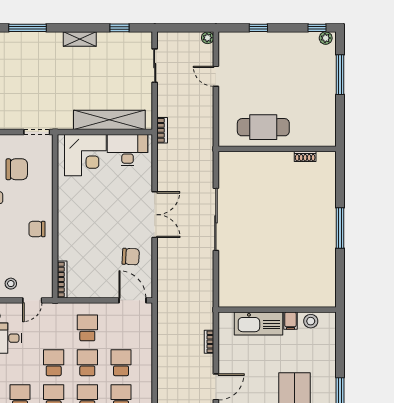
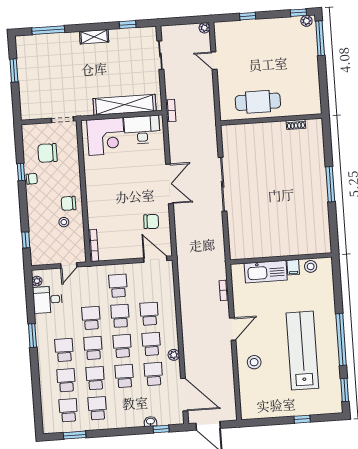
window: (340, 75) -> (320, 38), moved
chair: (17, 169) -> (47, 153), turned 180
stool: (11, 284) -> (64, 222), moved

